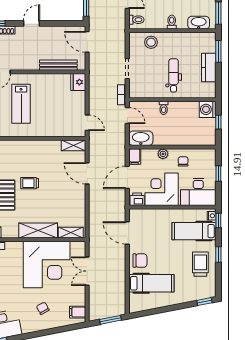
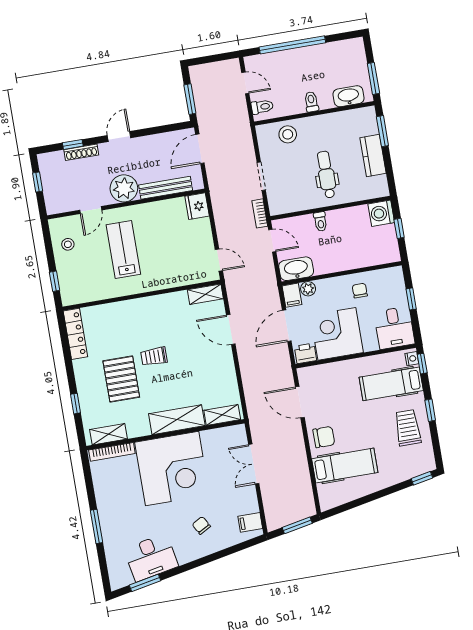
door: (87, 42) -> (200, 149), hinge flipped
plant: (29, 61) -> (124, 188), added
lab bench: (21, 104) -> (123, 250), turned 180
plant: (163, 154) -> (308, 289), moved
desk: (198, 192) -> (394, 328), width x0.73
corner desk: (47, 265) -> (172, 469), moved

